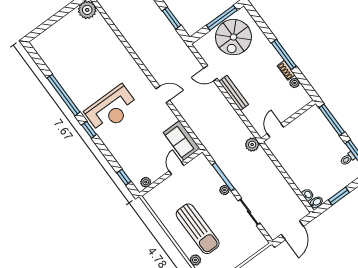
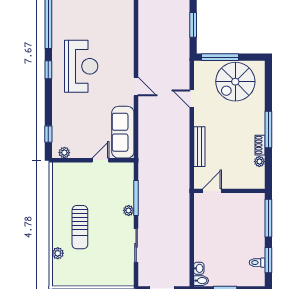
window: (222, 18) -> (220, 57), moved
bench: (234, 93) -> (199, 147), moved
reception desk: (111, 109) -> (81, 66), turned -90
sofa: (182, 140) -> (123, 132), width x1.36
plant: (252, 145) -> (182, 188), removed
sun lounger: (198, 229) -> (80, 227), width x0.73, depth x0.75

